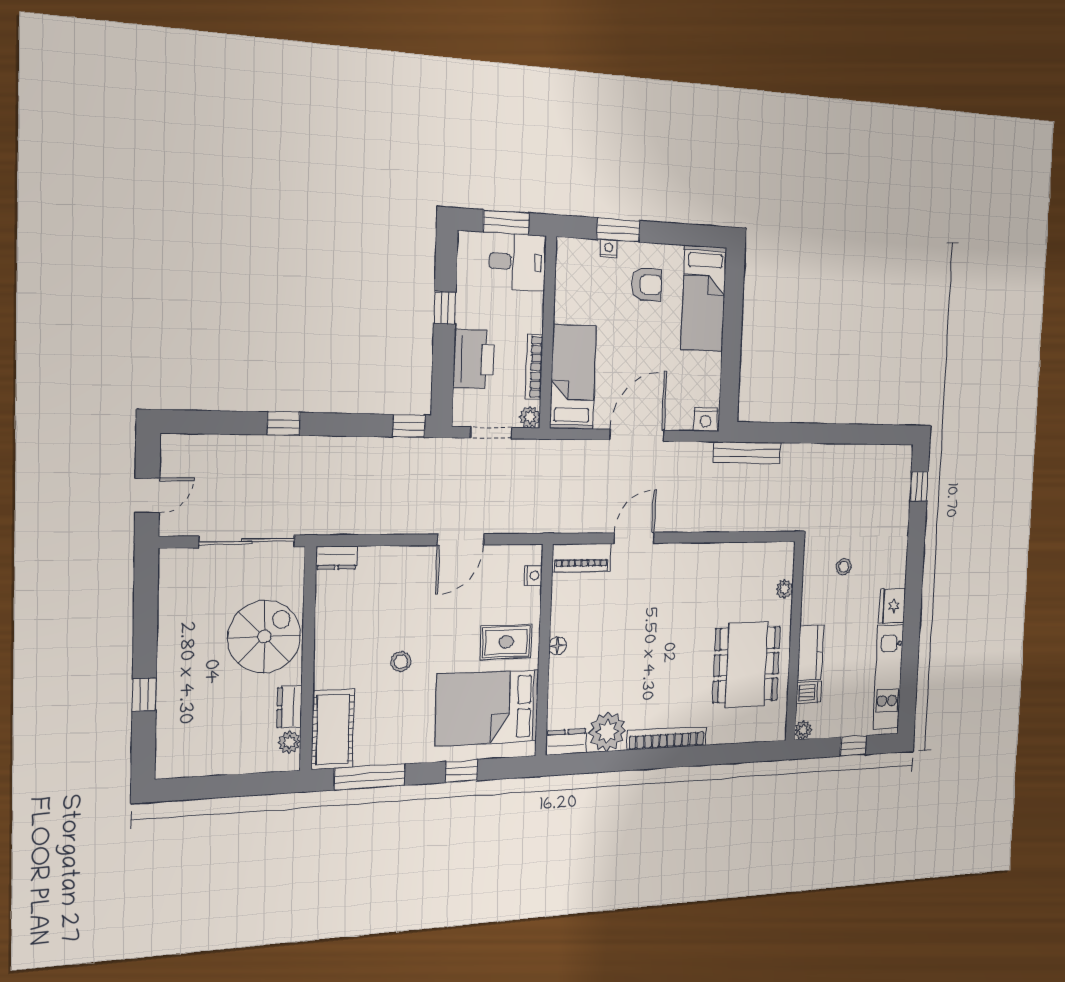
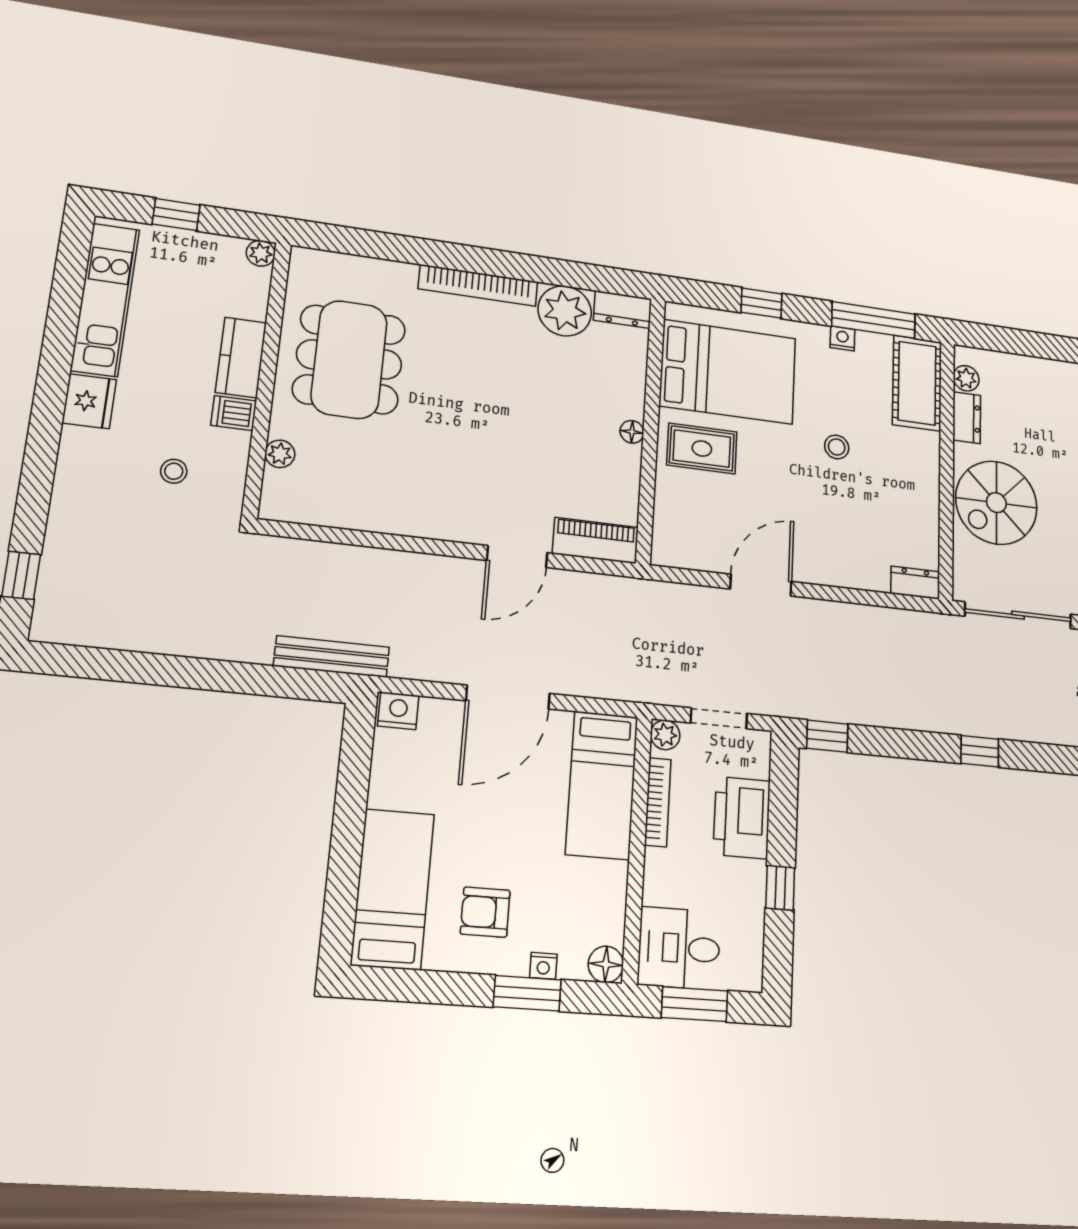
floor lamp: (568, 250) -> (606, 964), added
nightstand: (533, 575) -> (842, 338), moved, turned 90
dishwasher: (809, 692) -> (234, 413), moved

